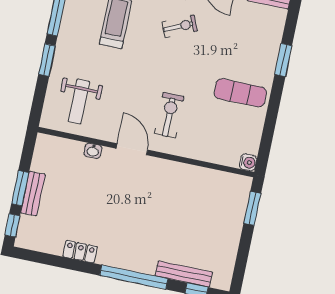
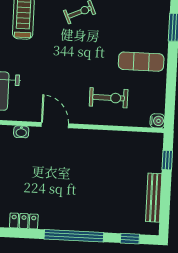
exercise bike: (169, 115) -> (109, 98), moved, turned 90
window: (252, 208) -> (167, 160), width x0.67
bench: (184, 274) -> (154, 198), moved, turned 90

